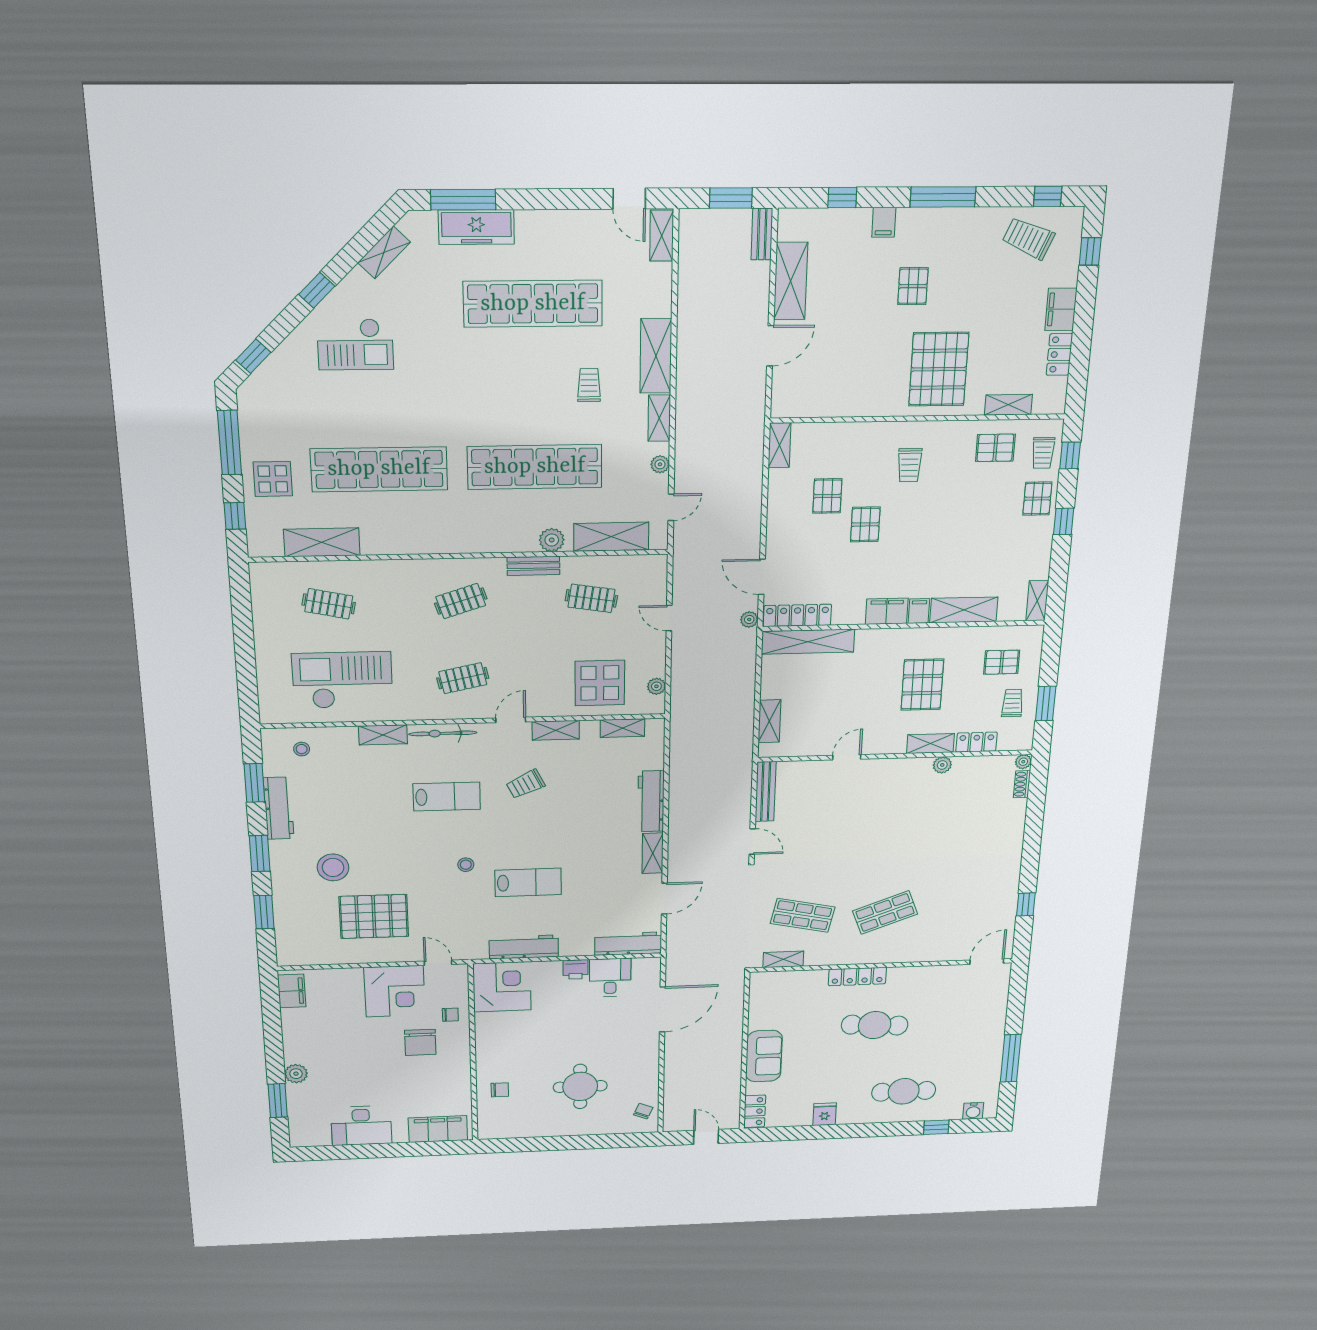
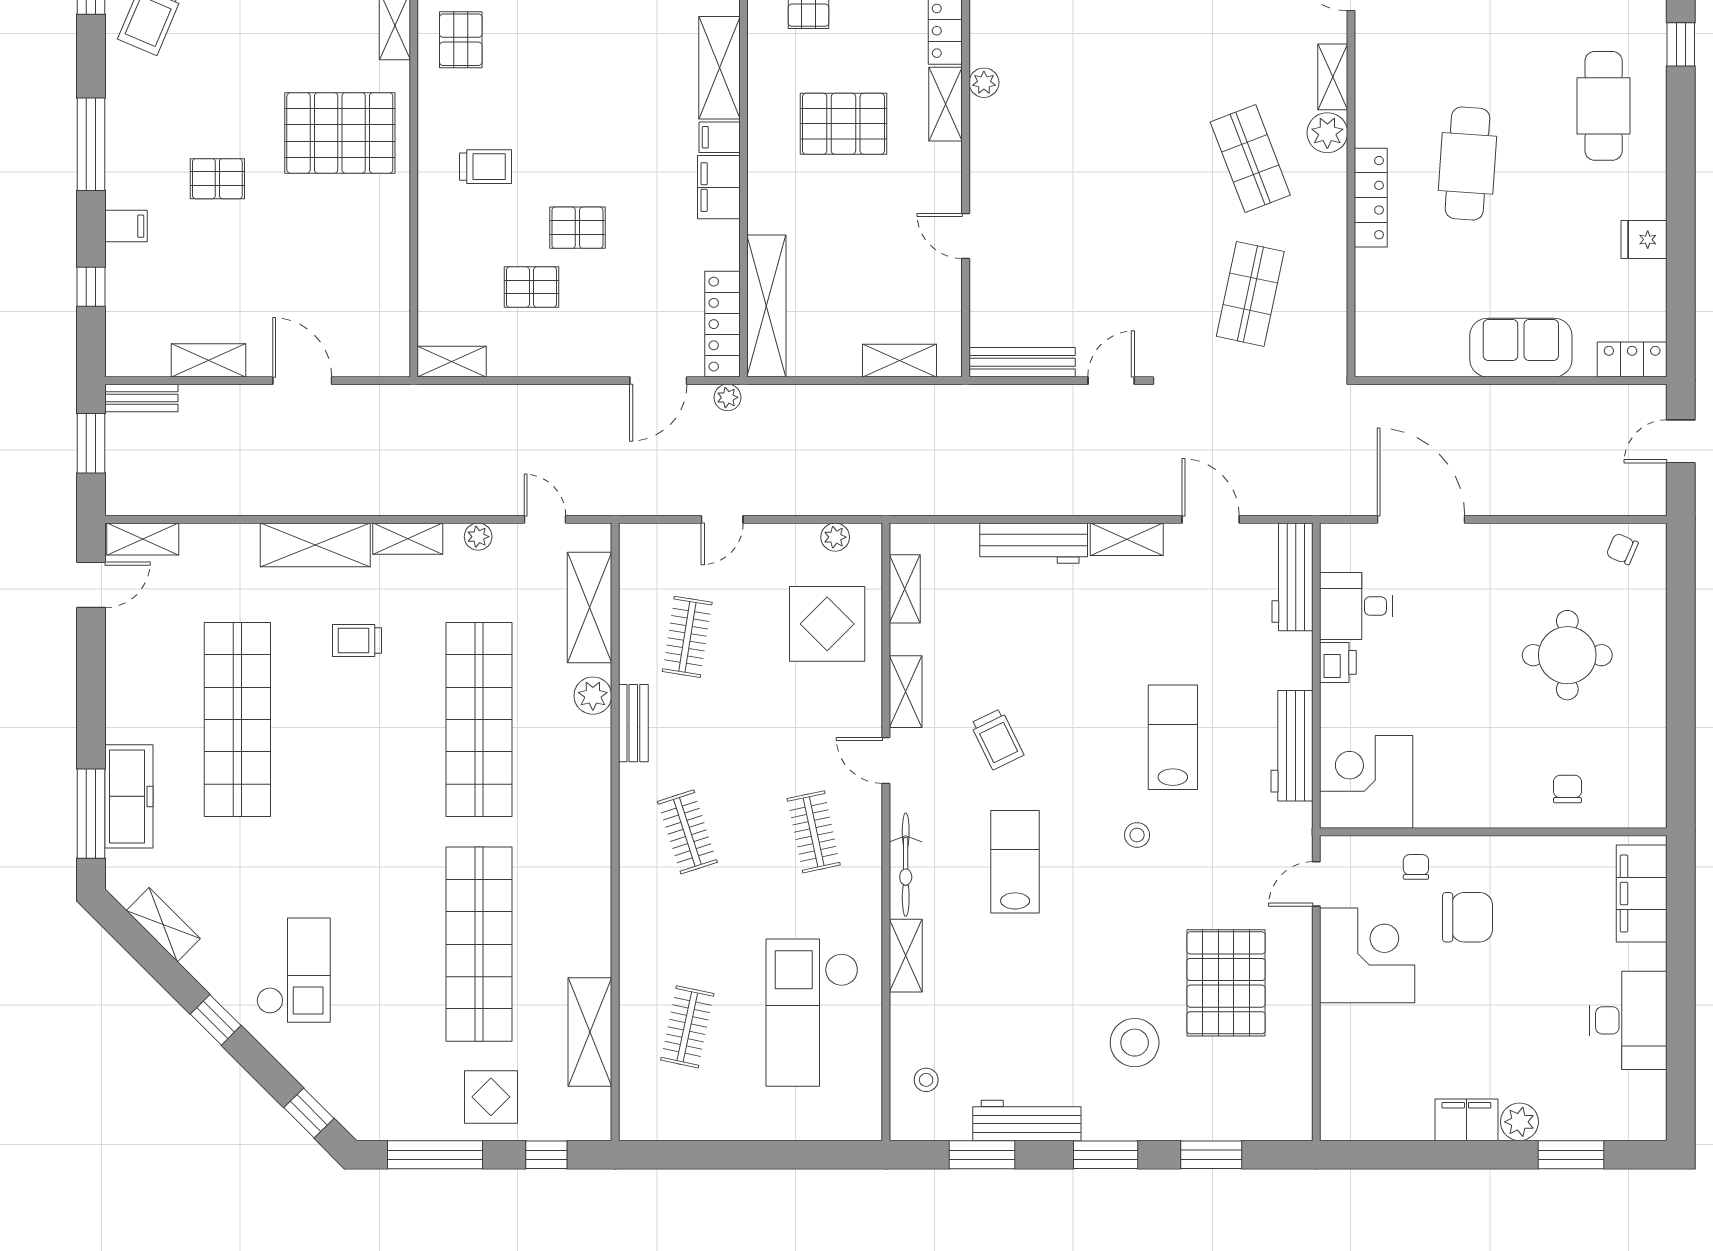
shelving: (791, 281) -> (209, 360), width x0.67, depth x0.75
plant: (898, 952) -> (1327, 133), added
shelving: (783, 959) -> (1333, 77), moved
filing cabinet: (292, 991) -> (1466, 1120), moved

